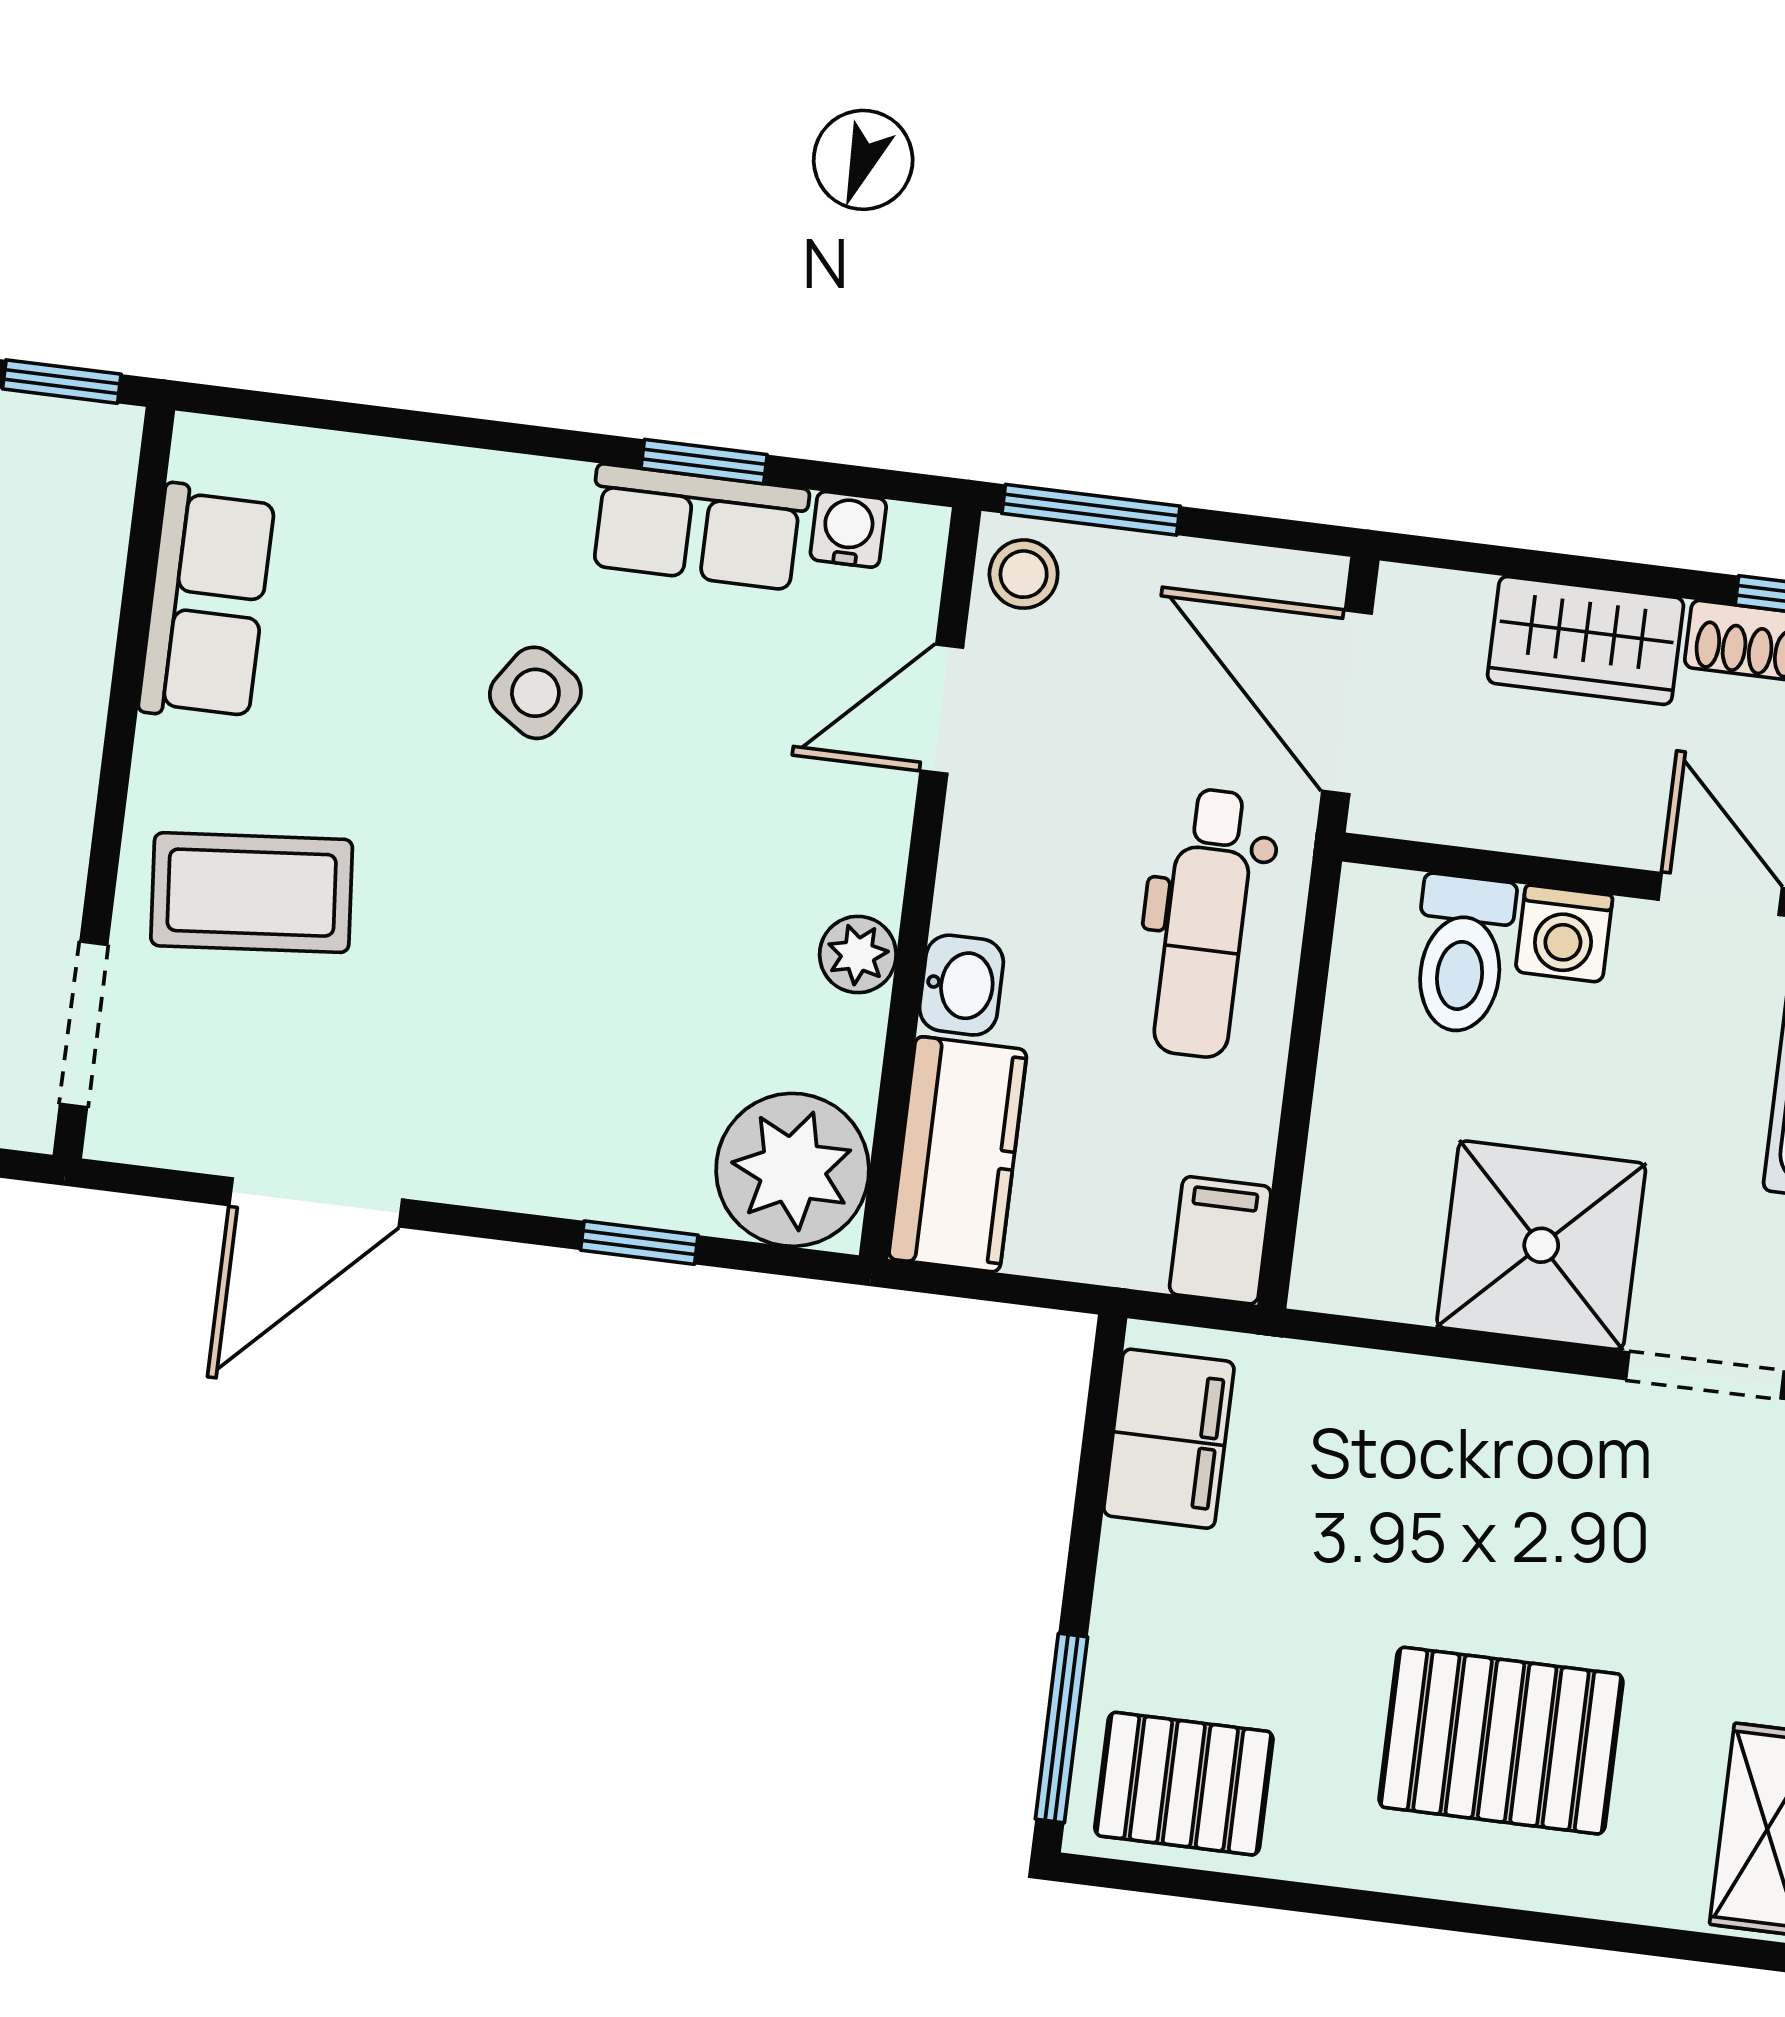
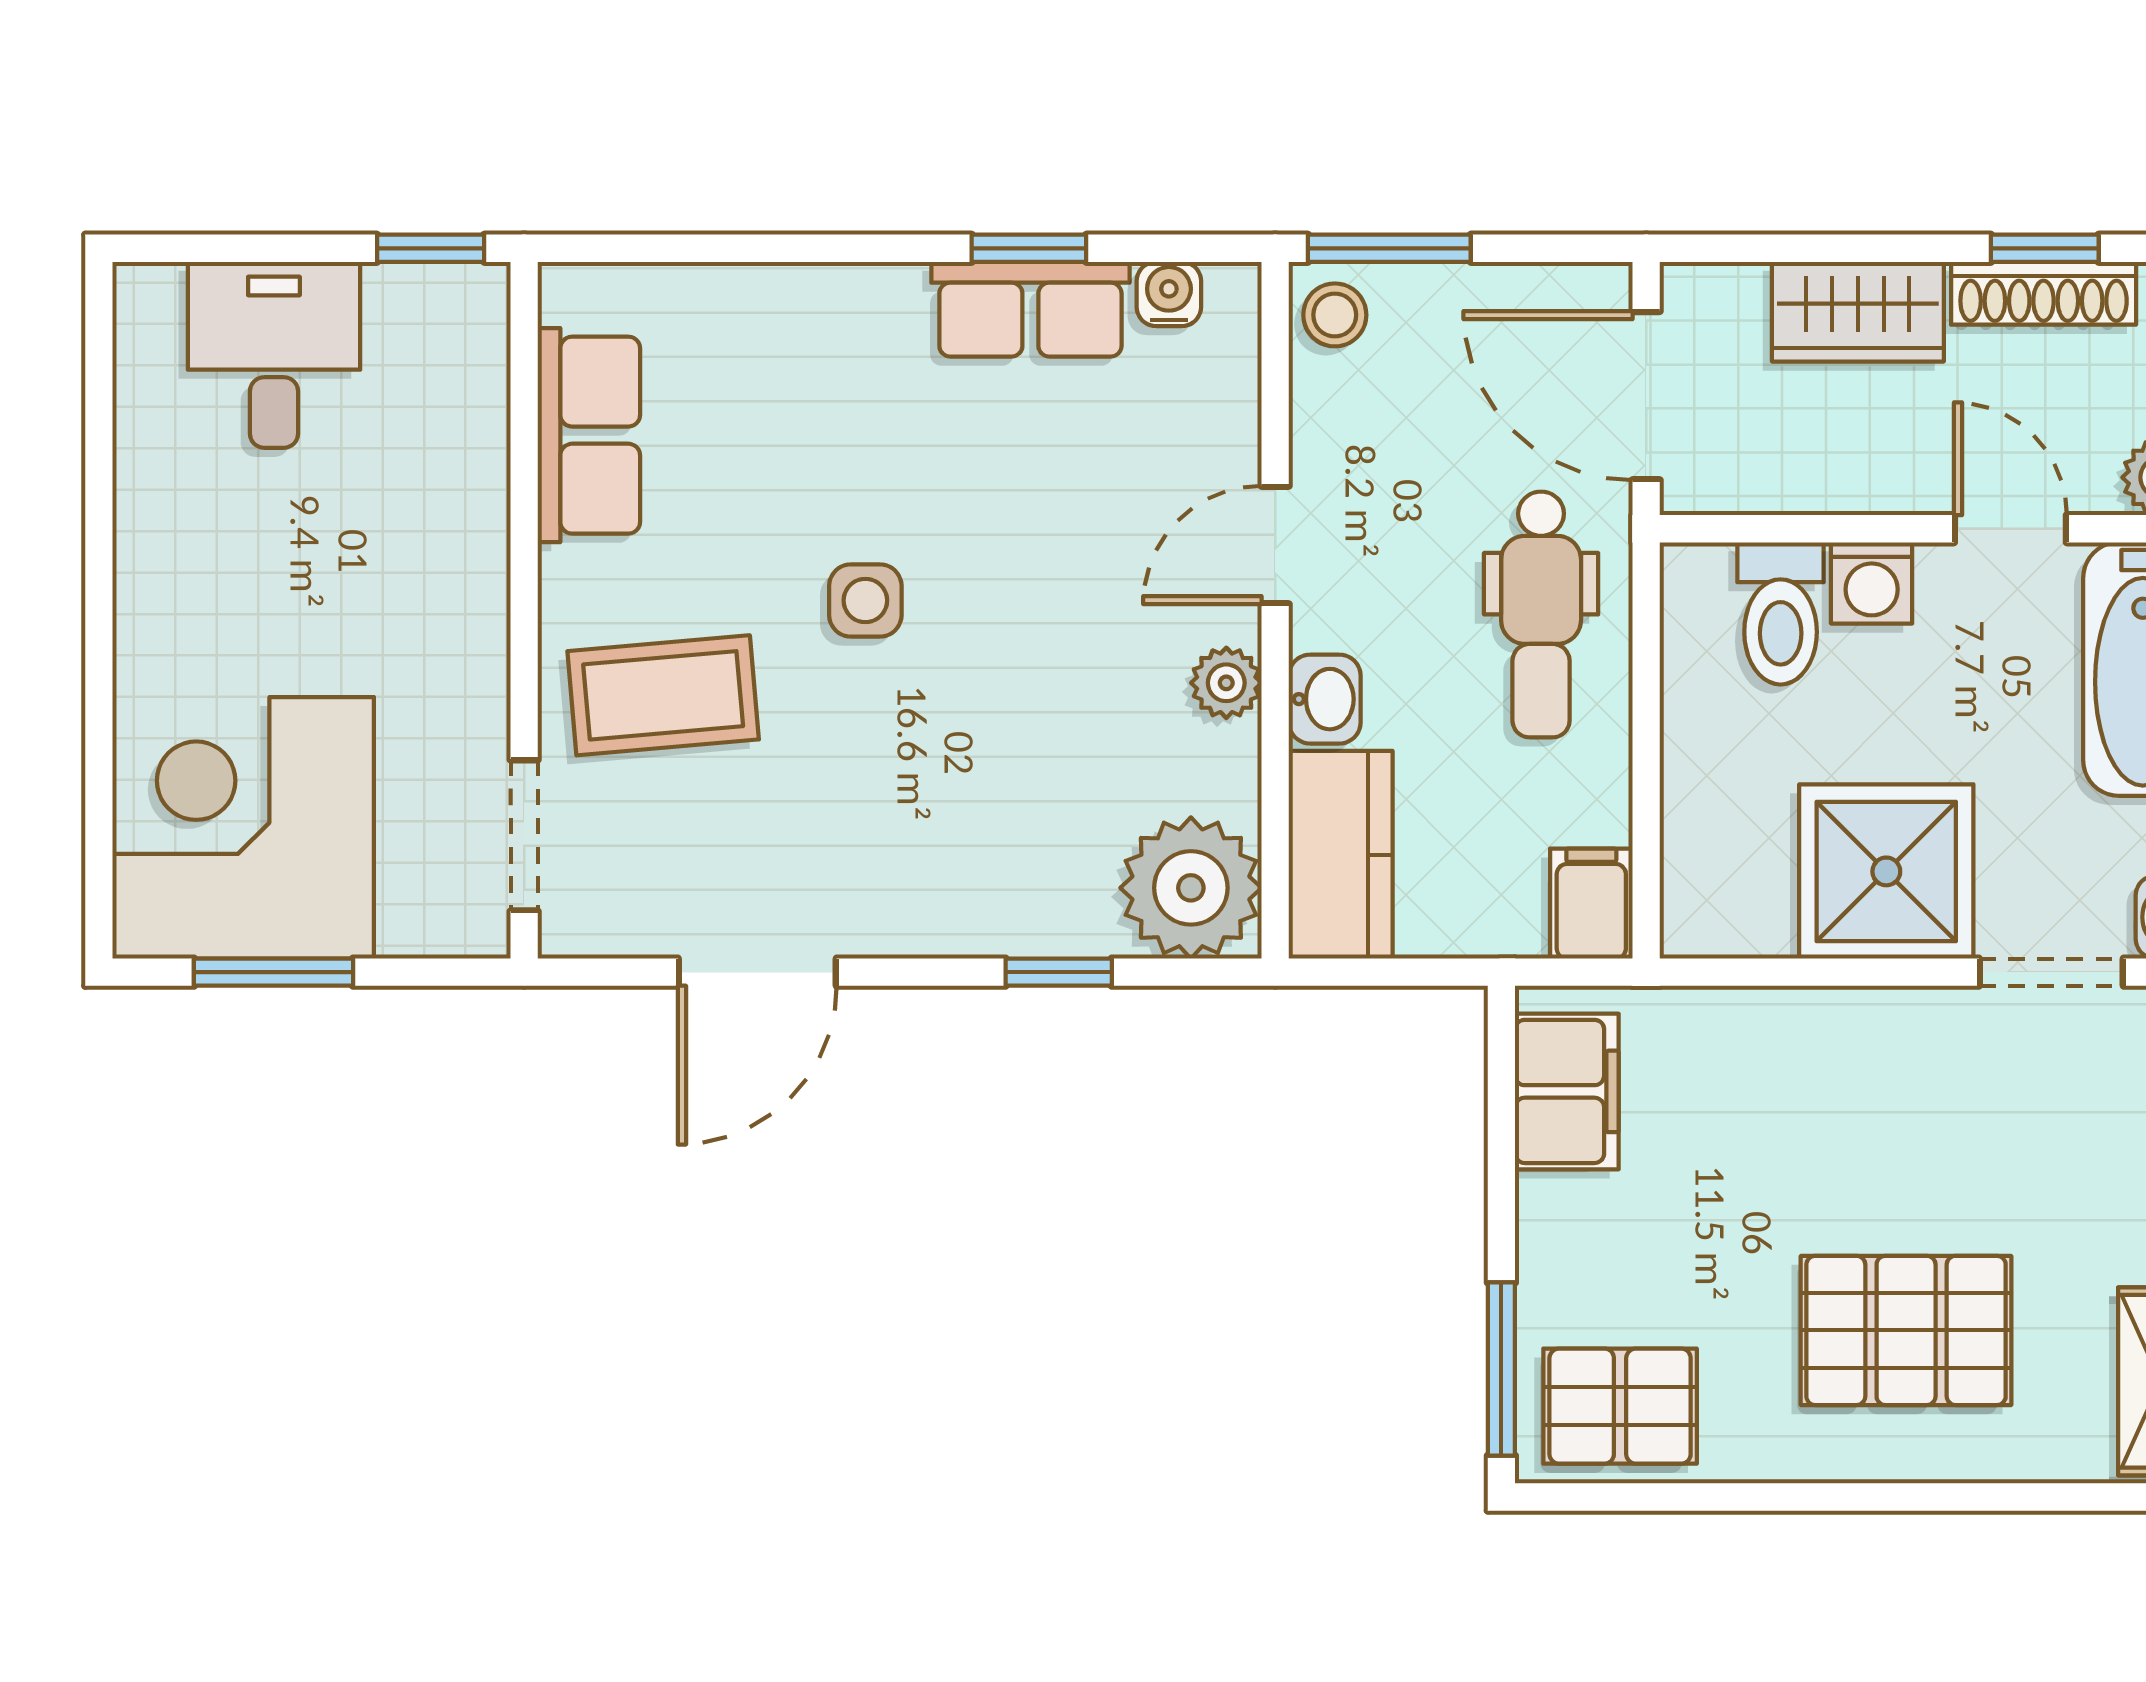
side table: (535, 693) -> (865, 600), moved, turned -34
door: (942, 709) -> (1275, 545), moved

